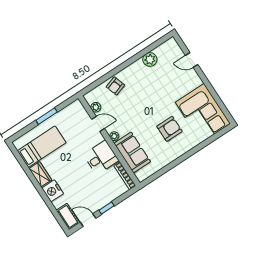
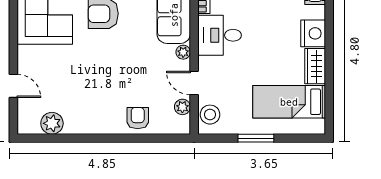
plant: (150, 59) -> (52, 123), moved
armchair: (115, 86) -> (138, 118), turned -72
stool: (79, 113) -> (210, 115), added

